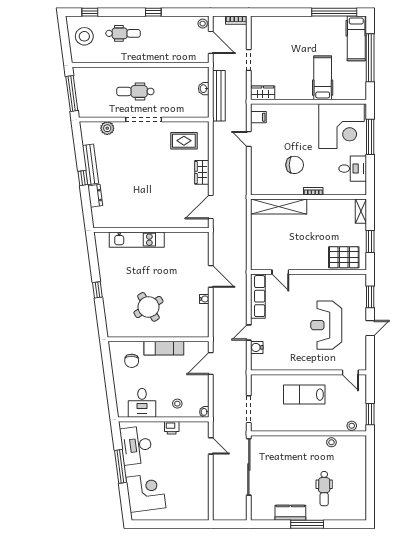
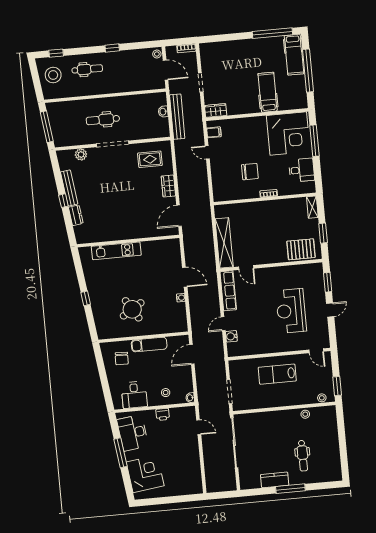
shelving: (279, 207) -> (224, 243), moved, turned 90

